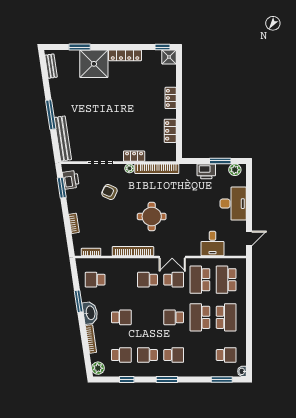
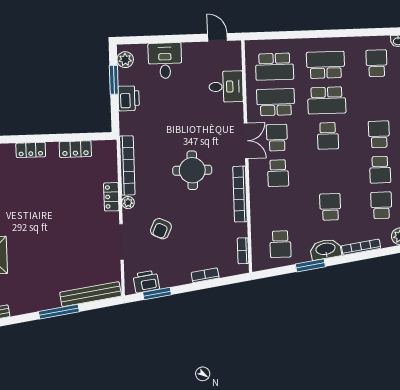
desk: (233, 204) -> (165, 61), width x0.73
school desk: (200, 280) -> (276, 102), turned 180

